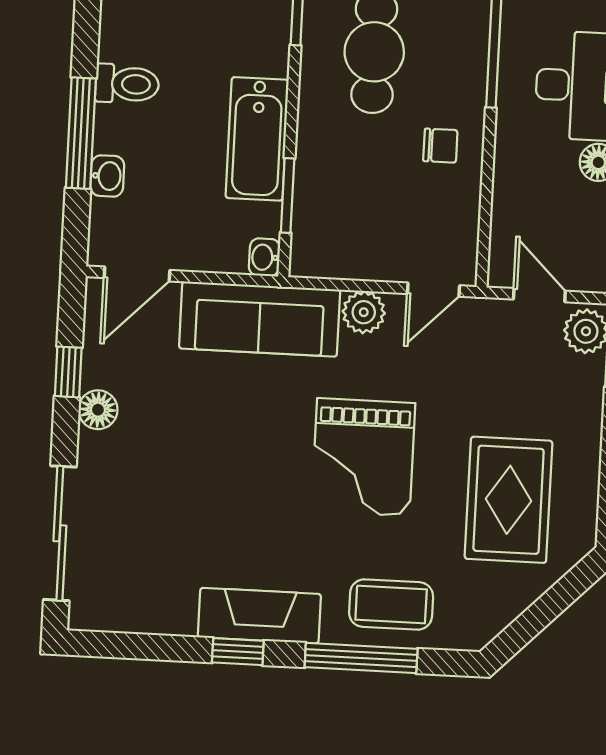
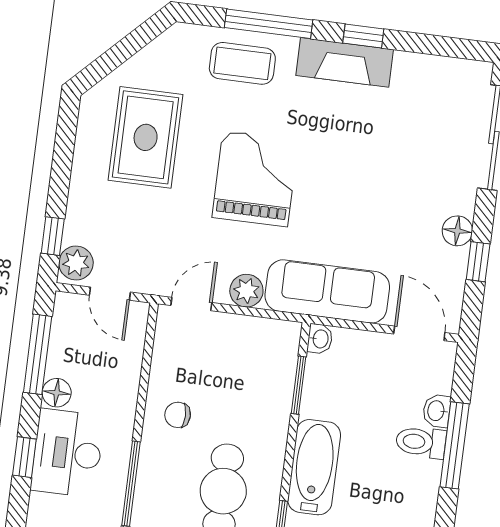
toilet: (127, 84) -> (421, 442), moved
bathtub: (257, 139) -> (314, 467), moved
door: (137, 274) -> (419, 333), hinge flipped

